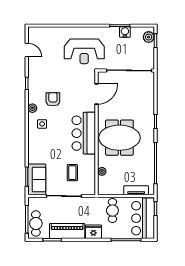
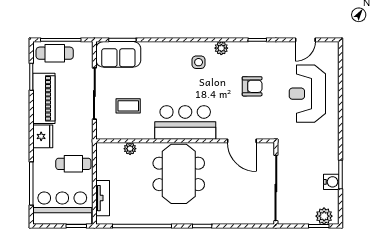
reception desk: (84, 51) -> (307, 94), moved
armchair: (53, 99) -> (252, 86), moved

